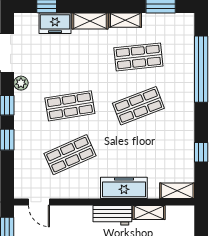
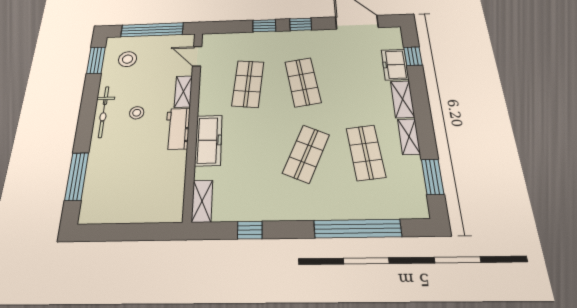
plant: (21, 83) -> (325, 36), removed
shop shelf: (138, 106) -> (306, 154), turned 45
shop shelf: (70, 155) -> (248, 84), turned 30
door: (39, 202) -> (197, 56), hinge flipped
shelving: (149, 212) -> (183, 91), moved

